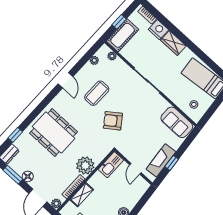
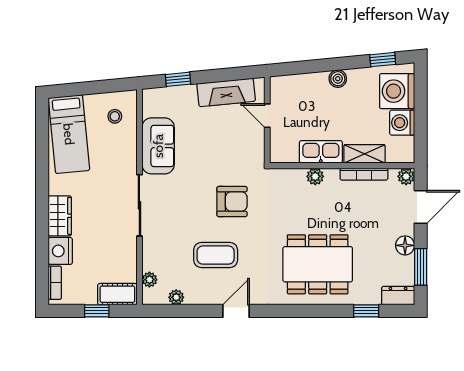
cot: (123, 35) -> (117, 294), width x0.73, depth x0.75
armchair: (113, 121) -> (232, 202), turned -54
sofa: (177, 122) -> (158, 146), moved
dining table: (54, 132) -> (318, 264), turned 90
window: (172, 163) -> (178, 79), moved
kitchen sink: (111, 165) -> (321, 152), moved
plant: (85, 166) -> (315, 176), width x0.53, depth x0.53
door: (135, 169) -> (267, 116), swing flipped

